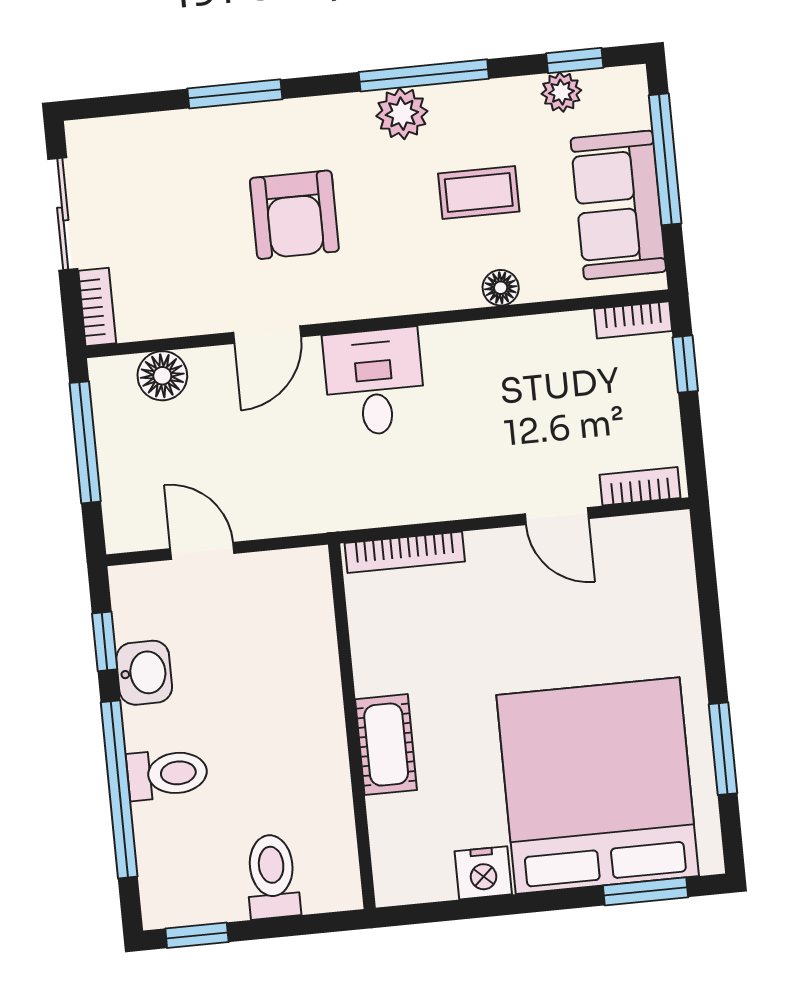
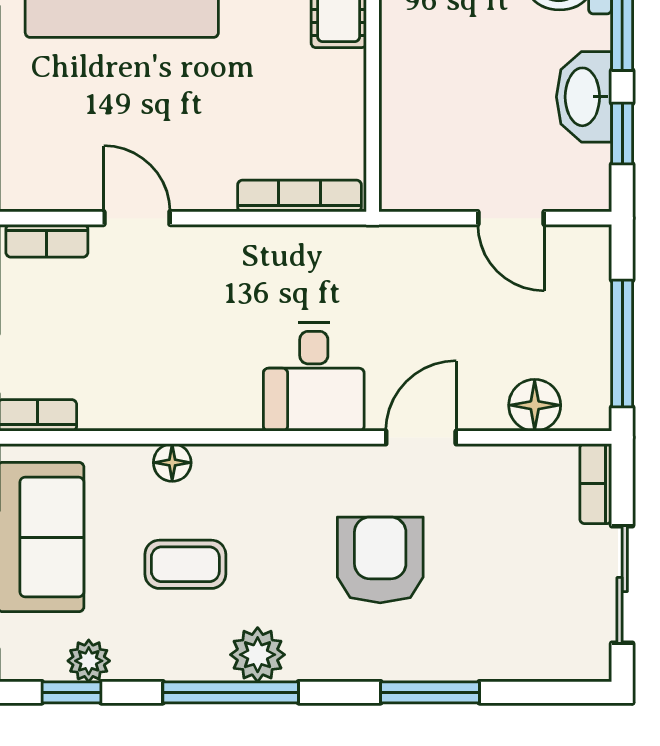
washbasin: (144, 673) -> (584, 97), width x1.38

